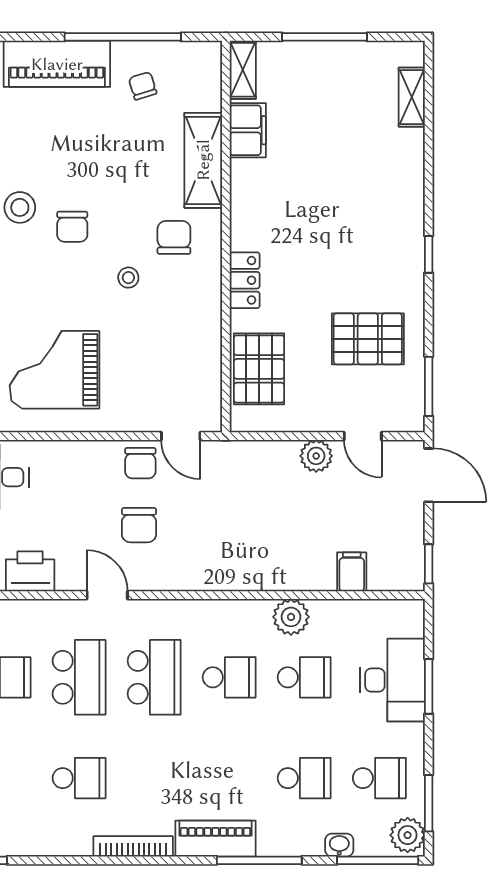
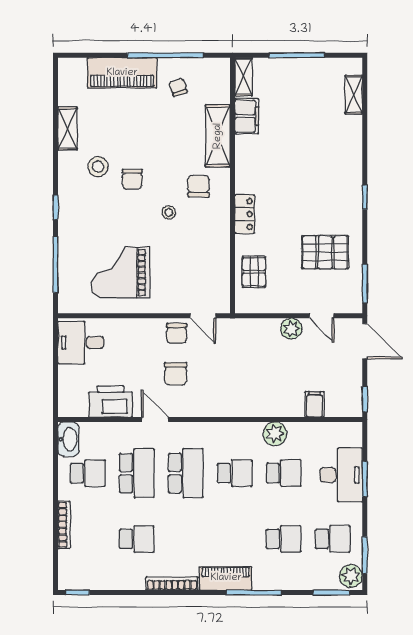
pallet: (259, 369) -> (254, 272), width x0.67, depth x0.71
printer: (30, 571) -> (111, 401), width x1.37, depth x1.19
washbasin: (339, 845) -> (306, 583), removed
window: (378, 860) -> (331, 593), width x0.69

